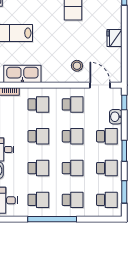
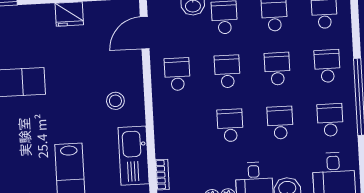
stool: (77, 66) -> (115, 101), moved
school desk: (38, 104) -> (180, 128), removed

